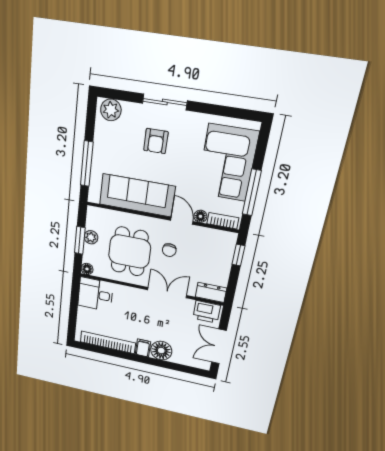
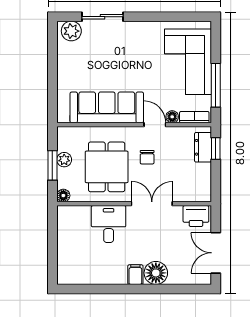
sliding door: (165, 102) -> (103, 17), moved
armchair: (156, 141) -> (118, 53), removed
window: (87, 164) -> (52, 85), removed
dresser: (211, 292) -> (203, 147), moved, turned -90
desk: (95, 294) -> (109, 224), moved, turned 90
bookcase: (108, 342) -> (95, 277), removed

